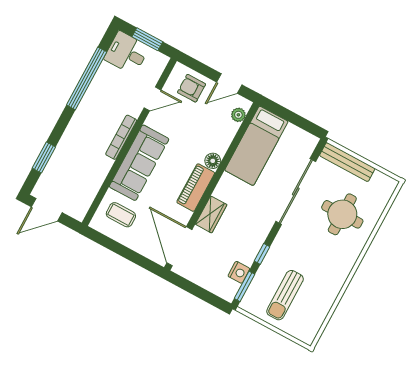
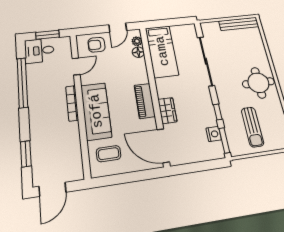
floor lamp: (213, 161) -> (138, 52), moved
bench: (347, 162) -> (239, 24), moved
round table: (342, 214) -> (258, 83), moved

